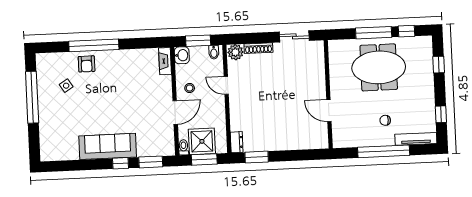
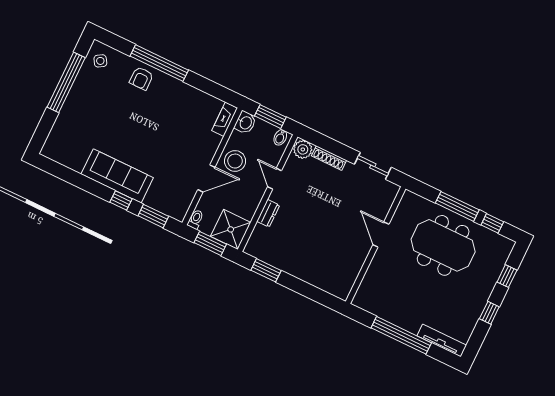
side table: (66, 86) -> (100, 61), moved
stool: (190, 88) -> (235, 161), width x1.89, depth x1.89
door: (329, 111) -> (381, 234), moved
window: (441, 114) -> (489, 313), moved
chair: (385, 120) -> (420, 304), removed
shower: (202, 141) -> (231, 229), moved
dresser: (237, 142) -> (268, 213), moved

